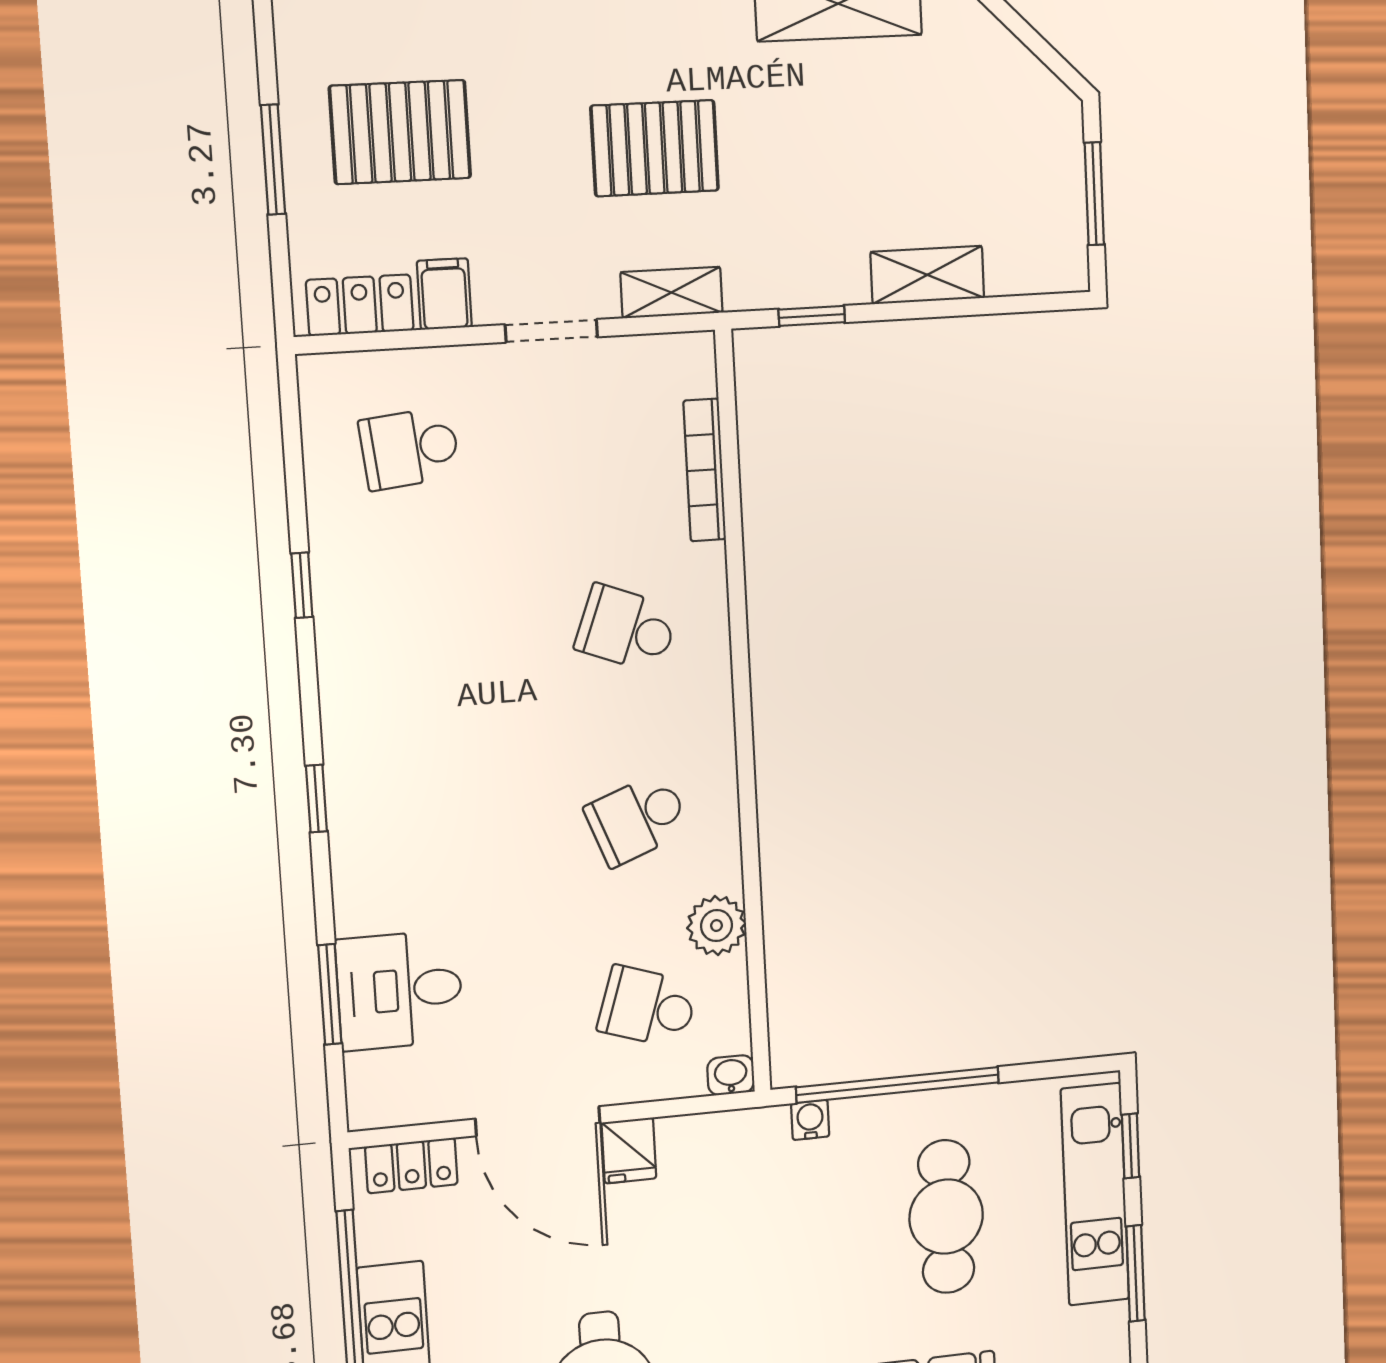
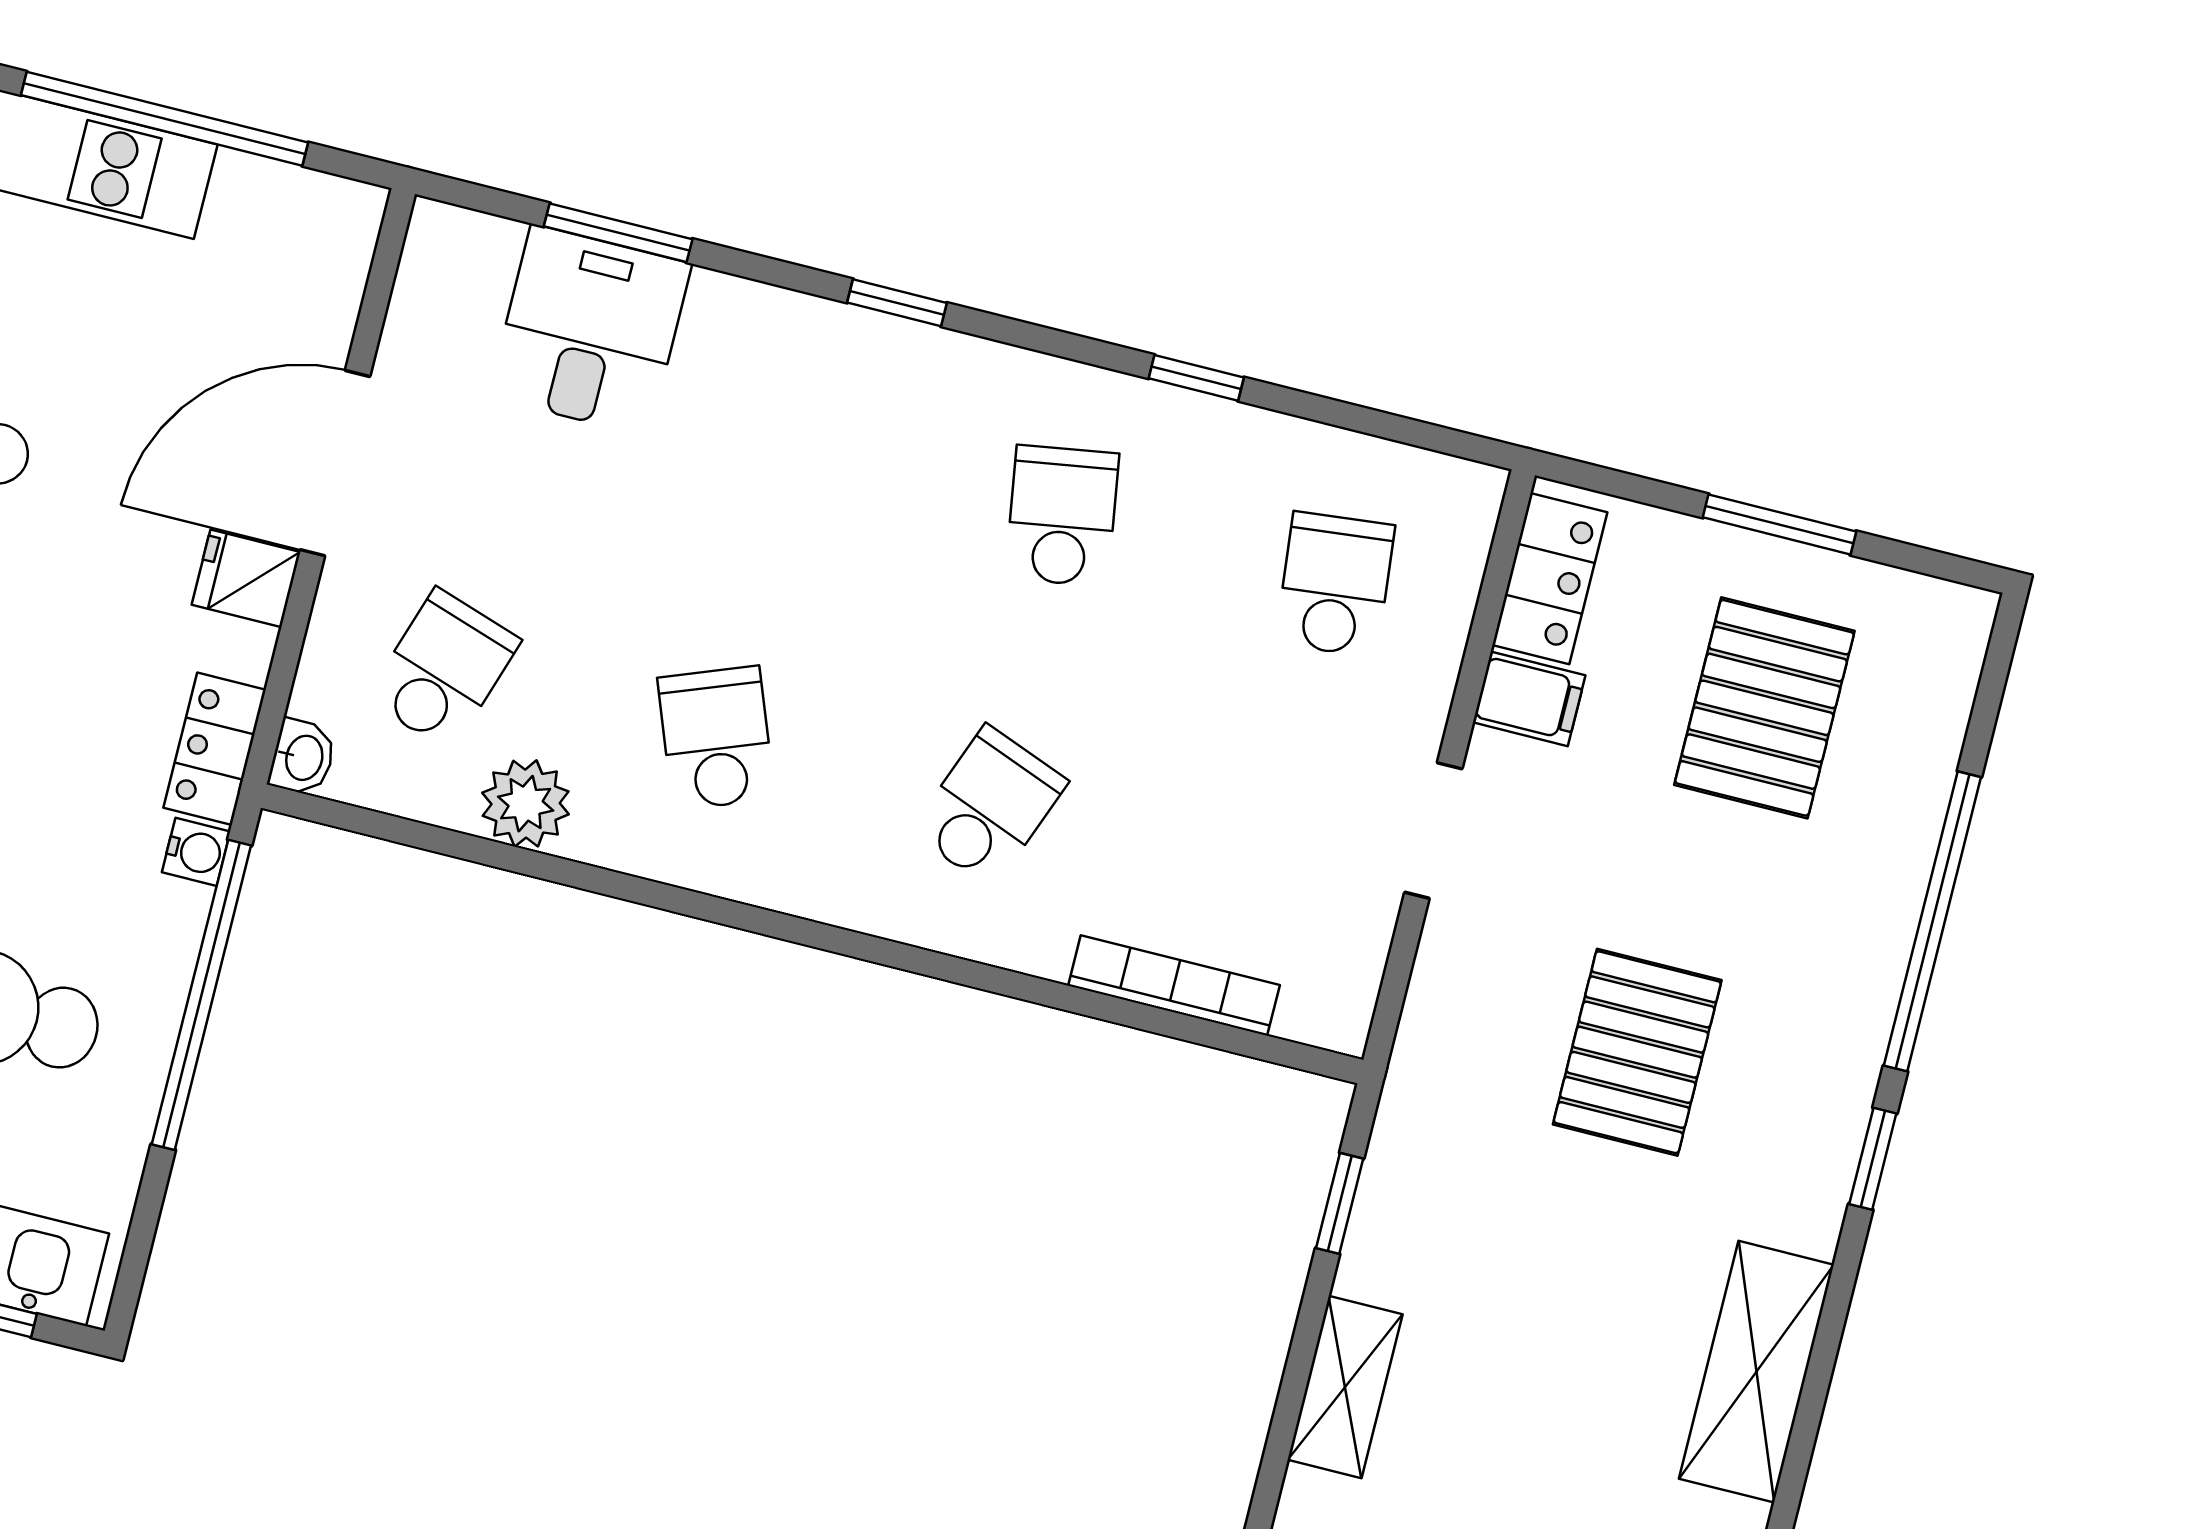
shelving: (672, 293) -> (1434, 1015), removed
school desk: (422, 644) -> (1062, 516), added
locker: (411, 1165) -> (215, 749), moved

